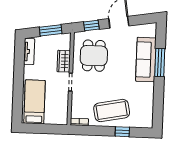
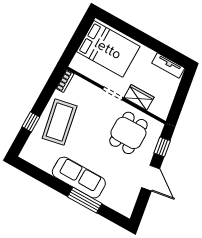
window: (51, 30) -> (179, 100), removed
dining table: (94, 56) -> (128, 133), turned 90
sofa: (146, 60) -> (79, 178), moved
bed: (35, 102) -> (108, 49), width x1.50

